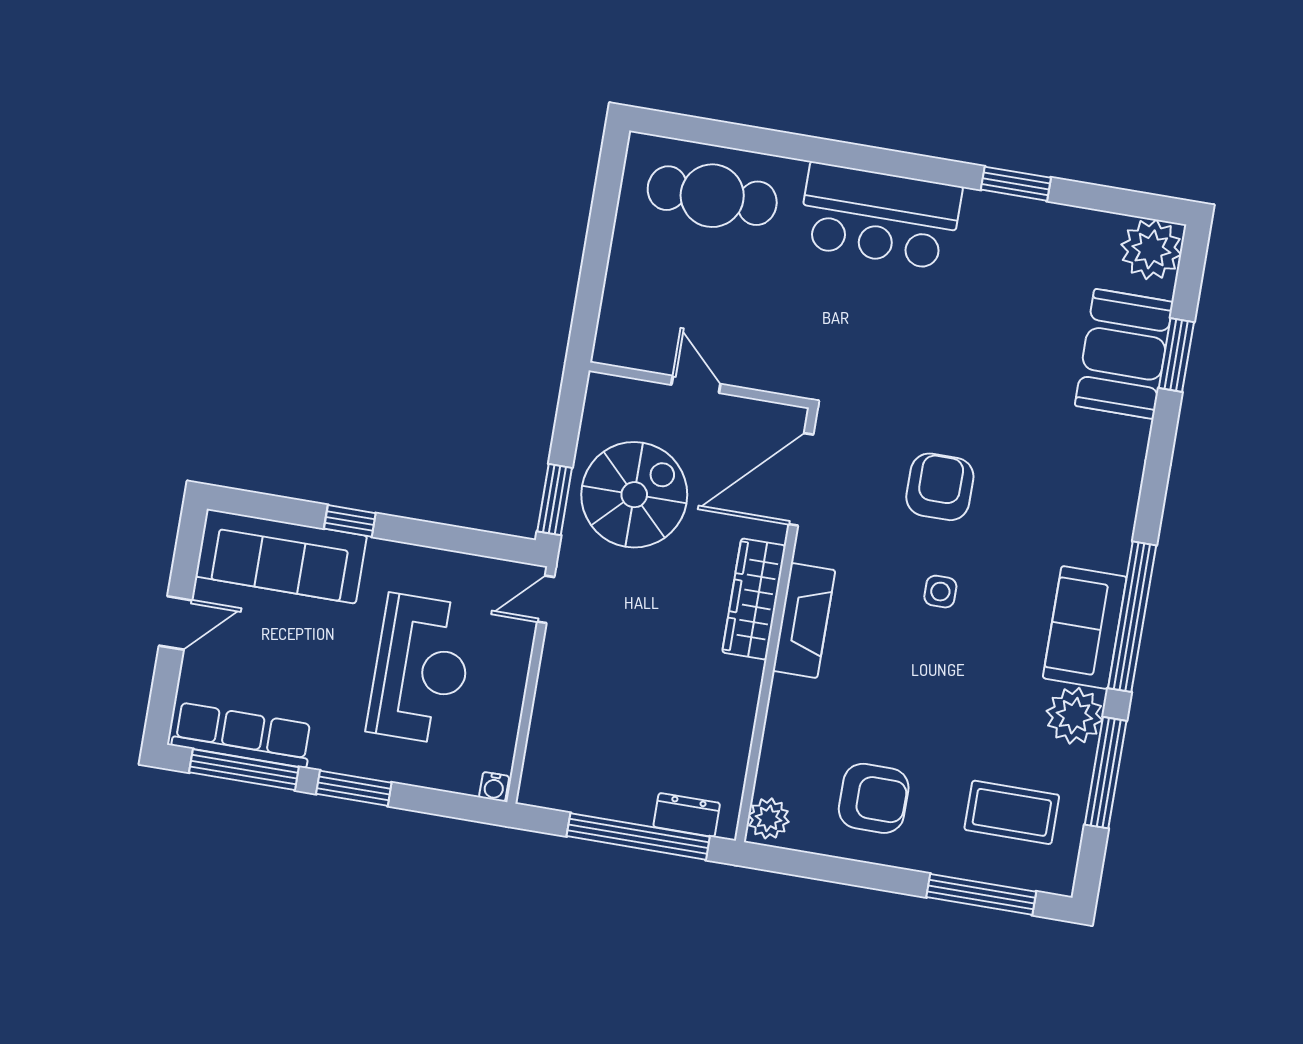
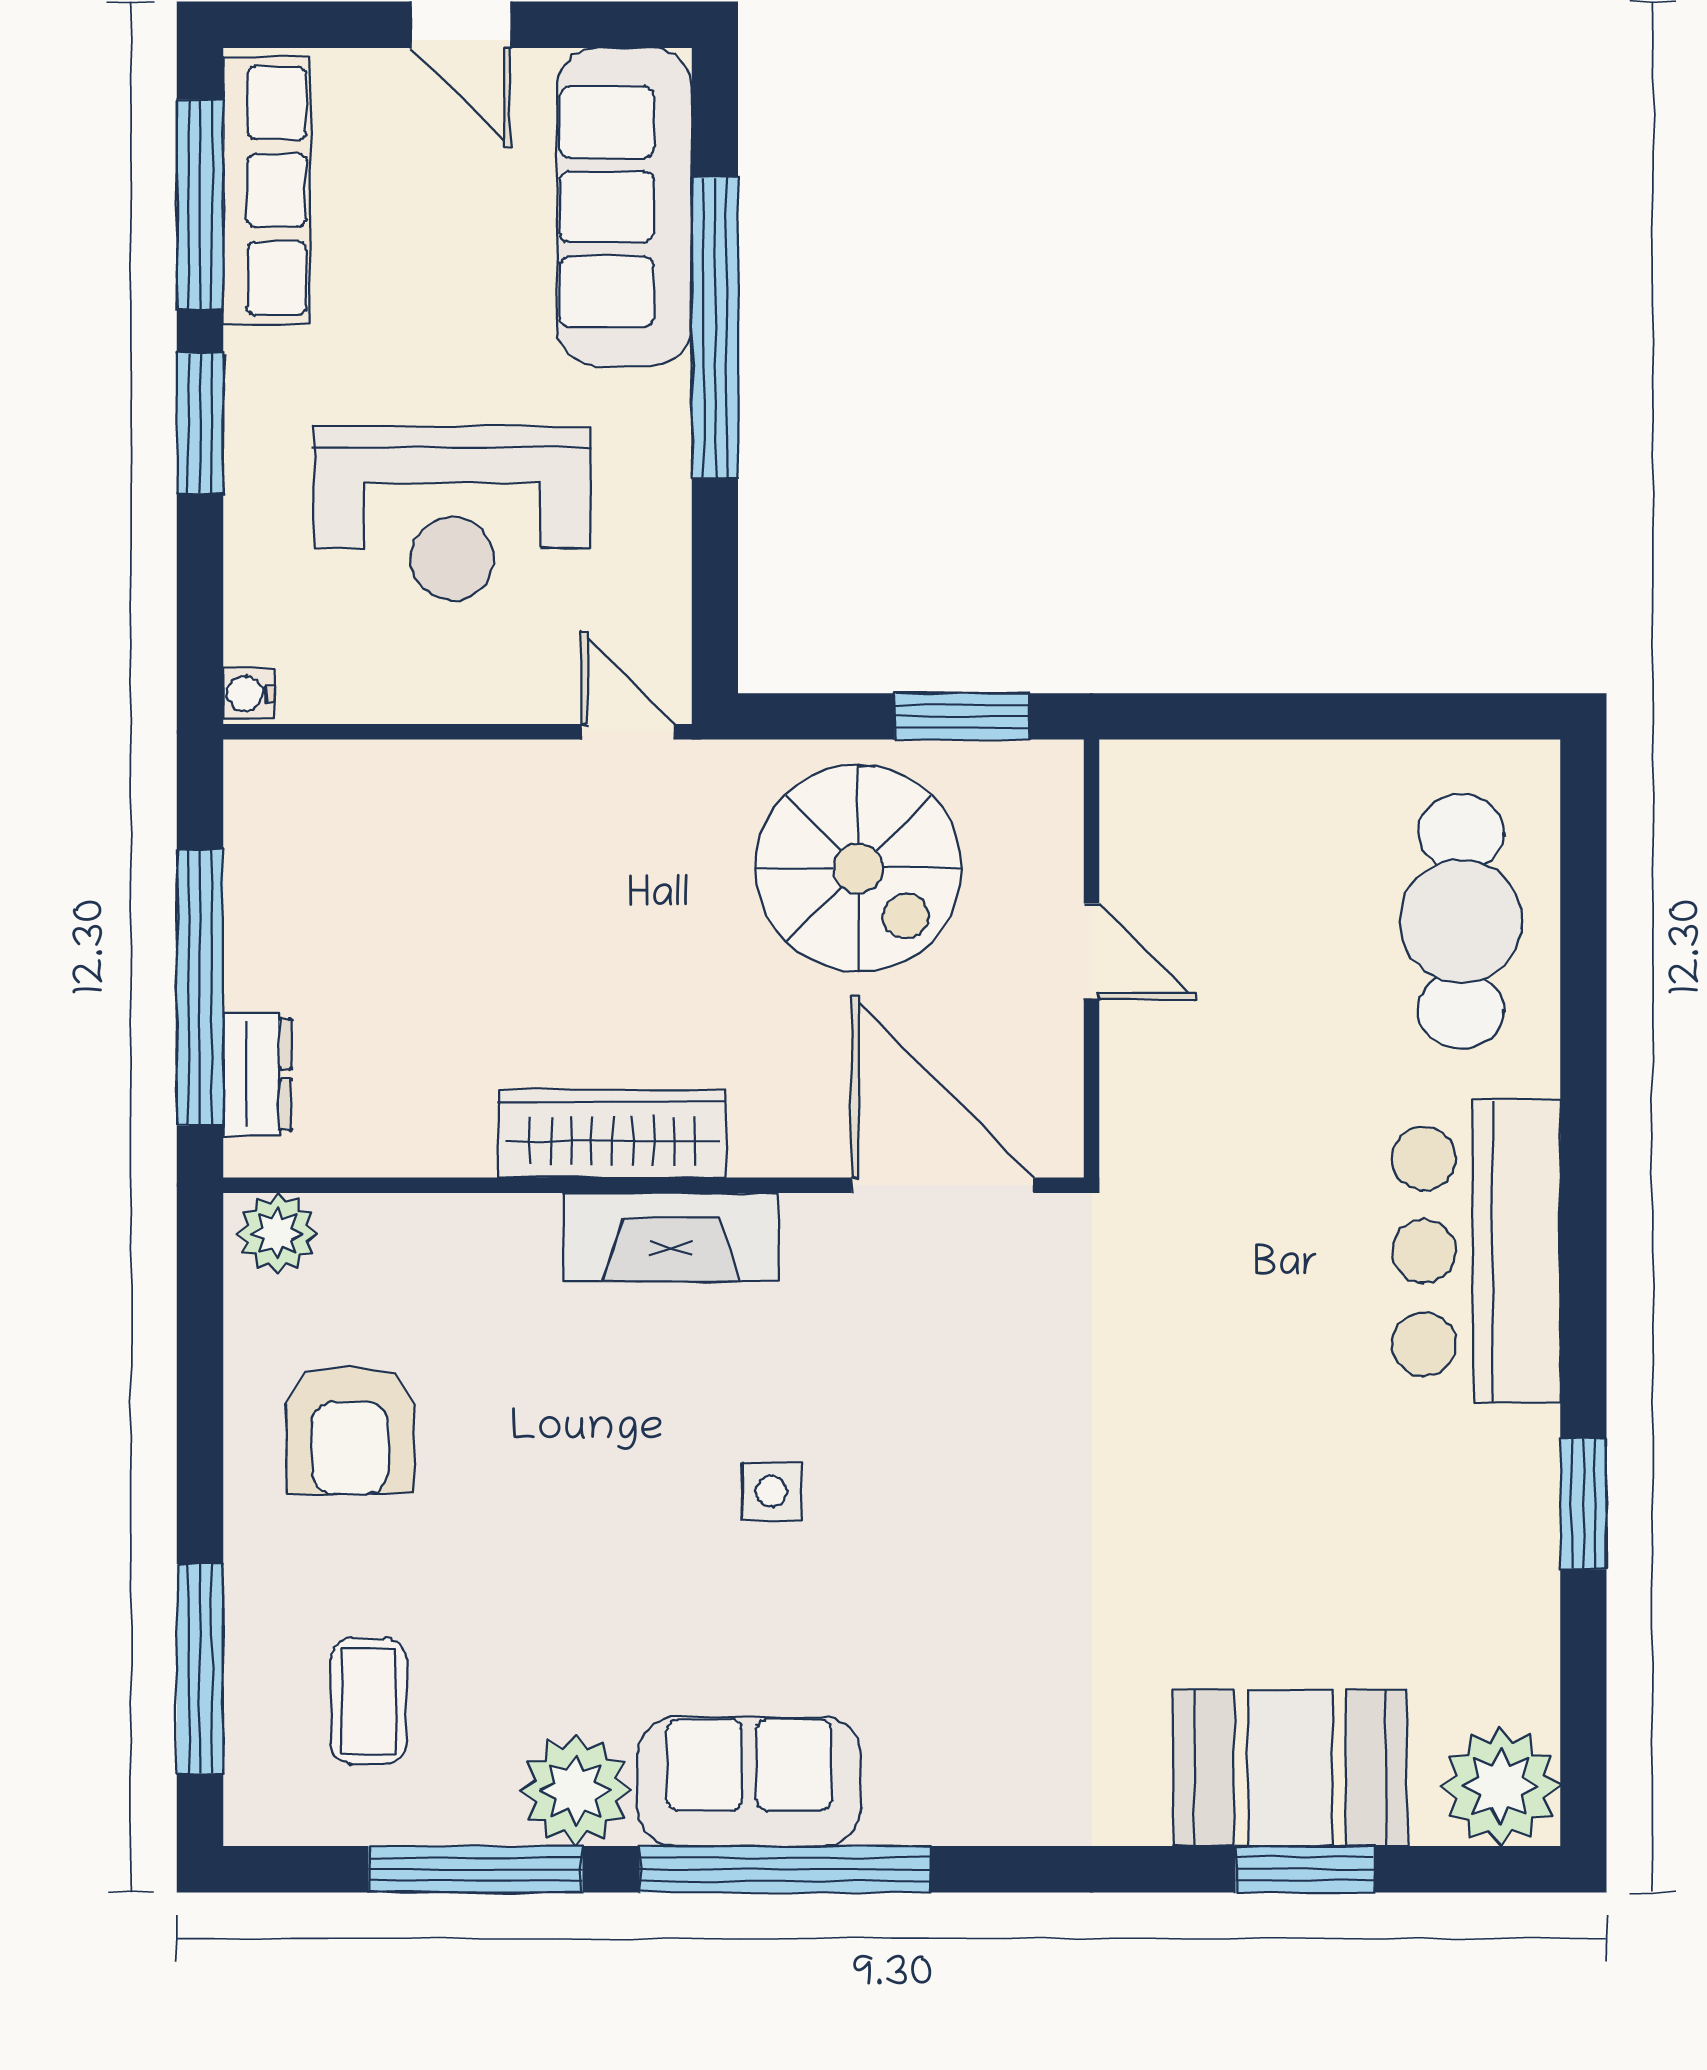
door: (696, 384) -> (1092, 951), hinge flipped
armchair: (940, 487) -> (973, 1456), removed
window: (555, 500) -> (962, 716), moved
window: (350, 521) -> (715, 328), width x3.17
wardrobe: (754, 599) -> (612, 1134), moved
coffee table: (1012, 812) -> (368, 1701), width x0.73, depth x0.77

